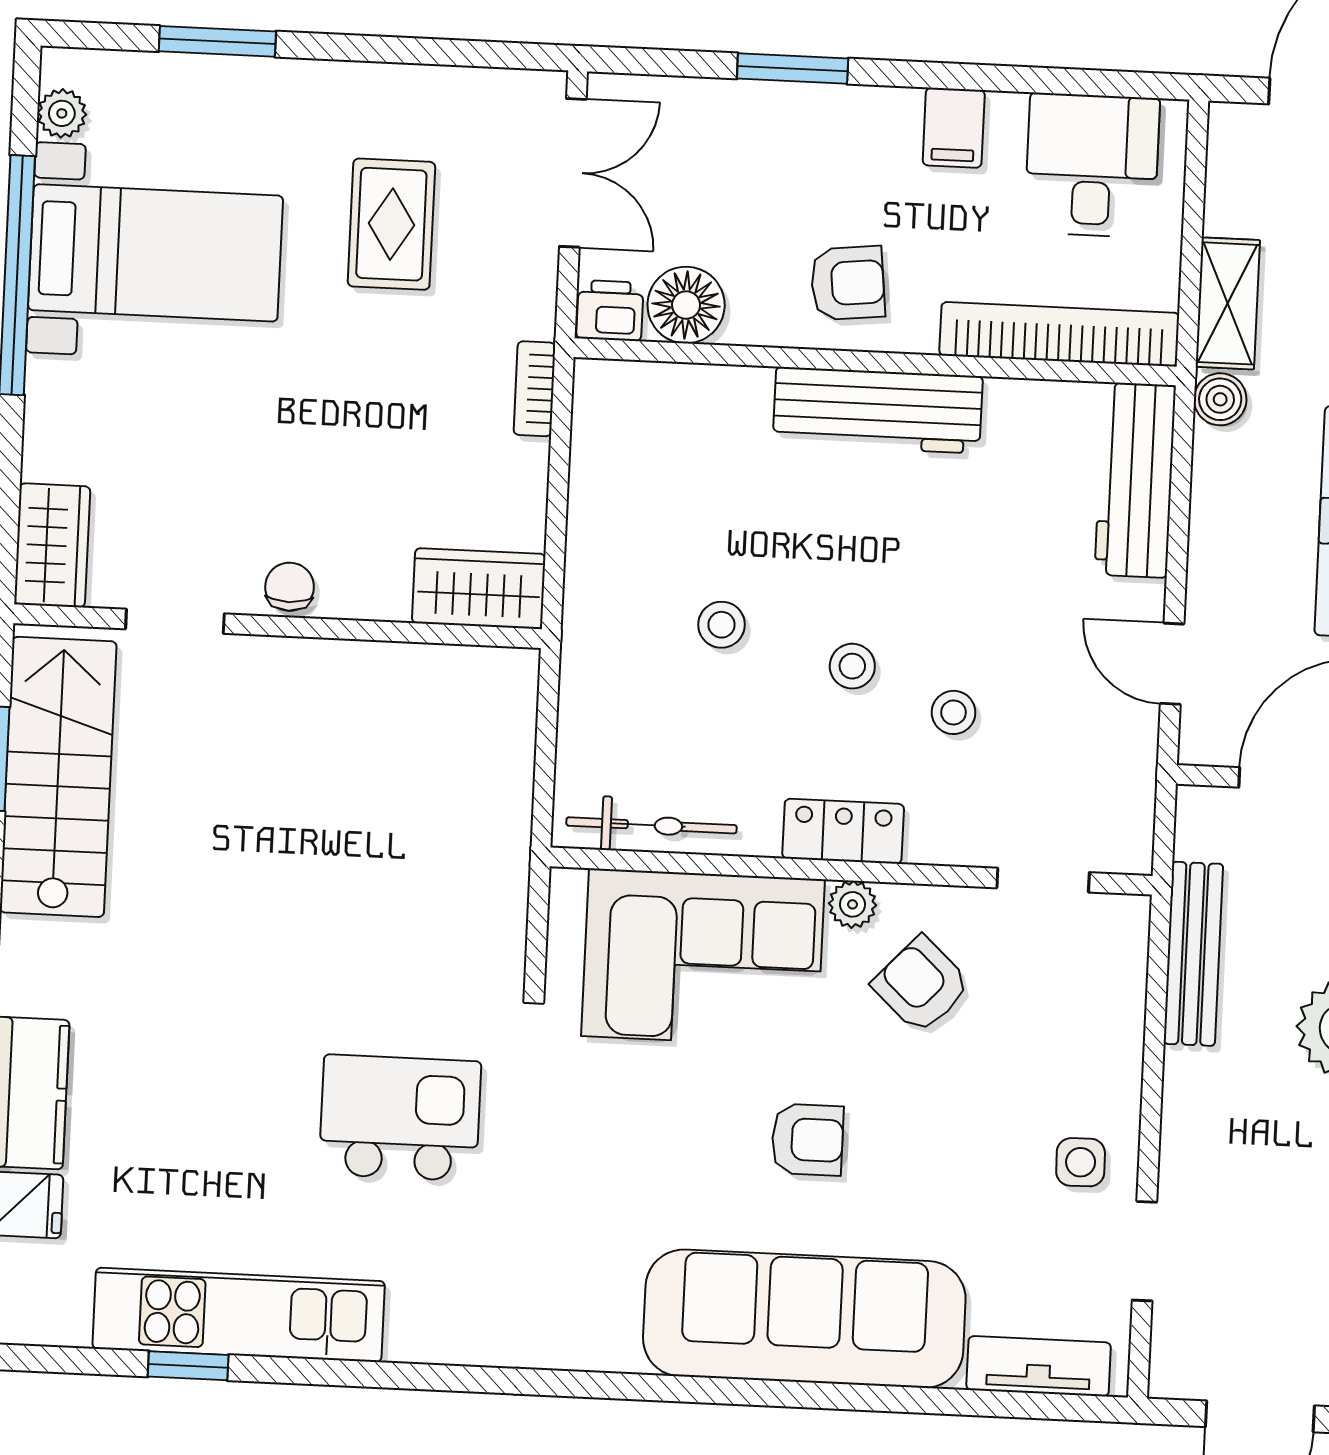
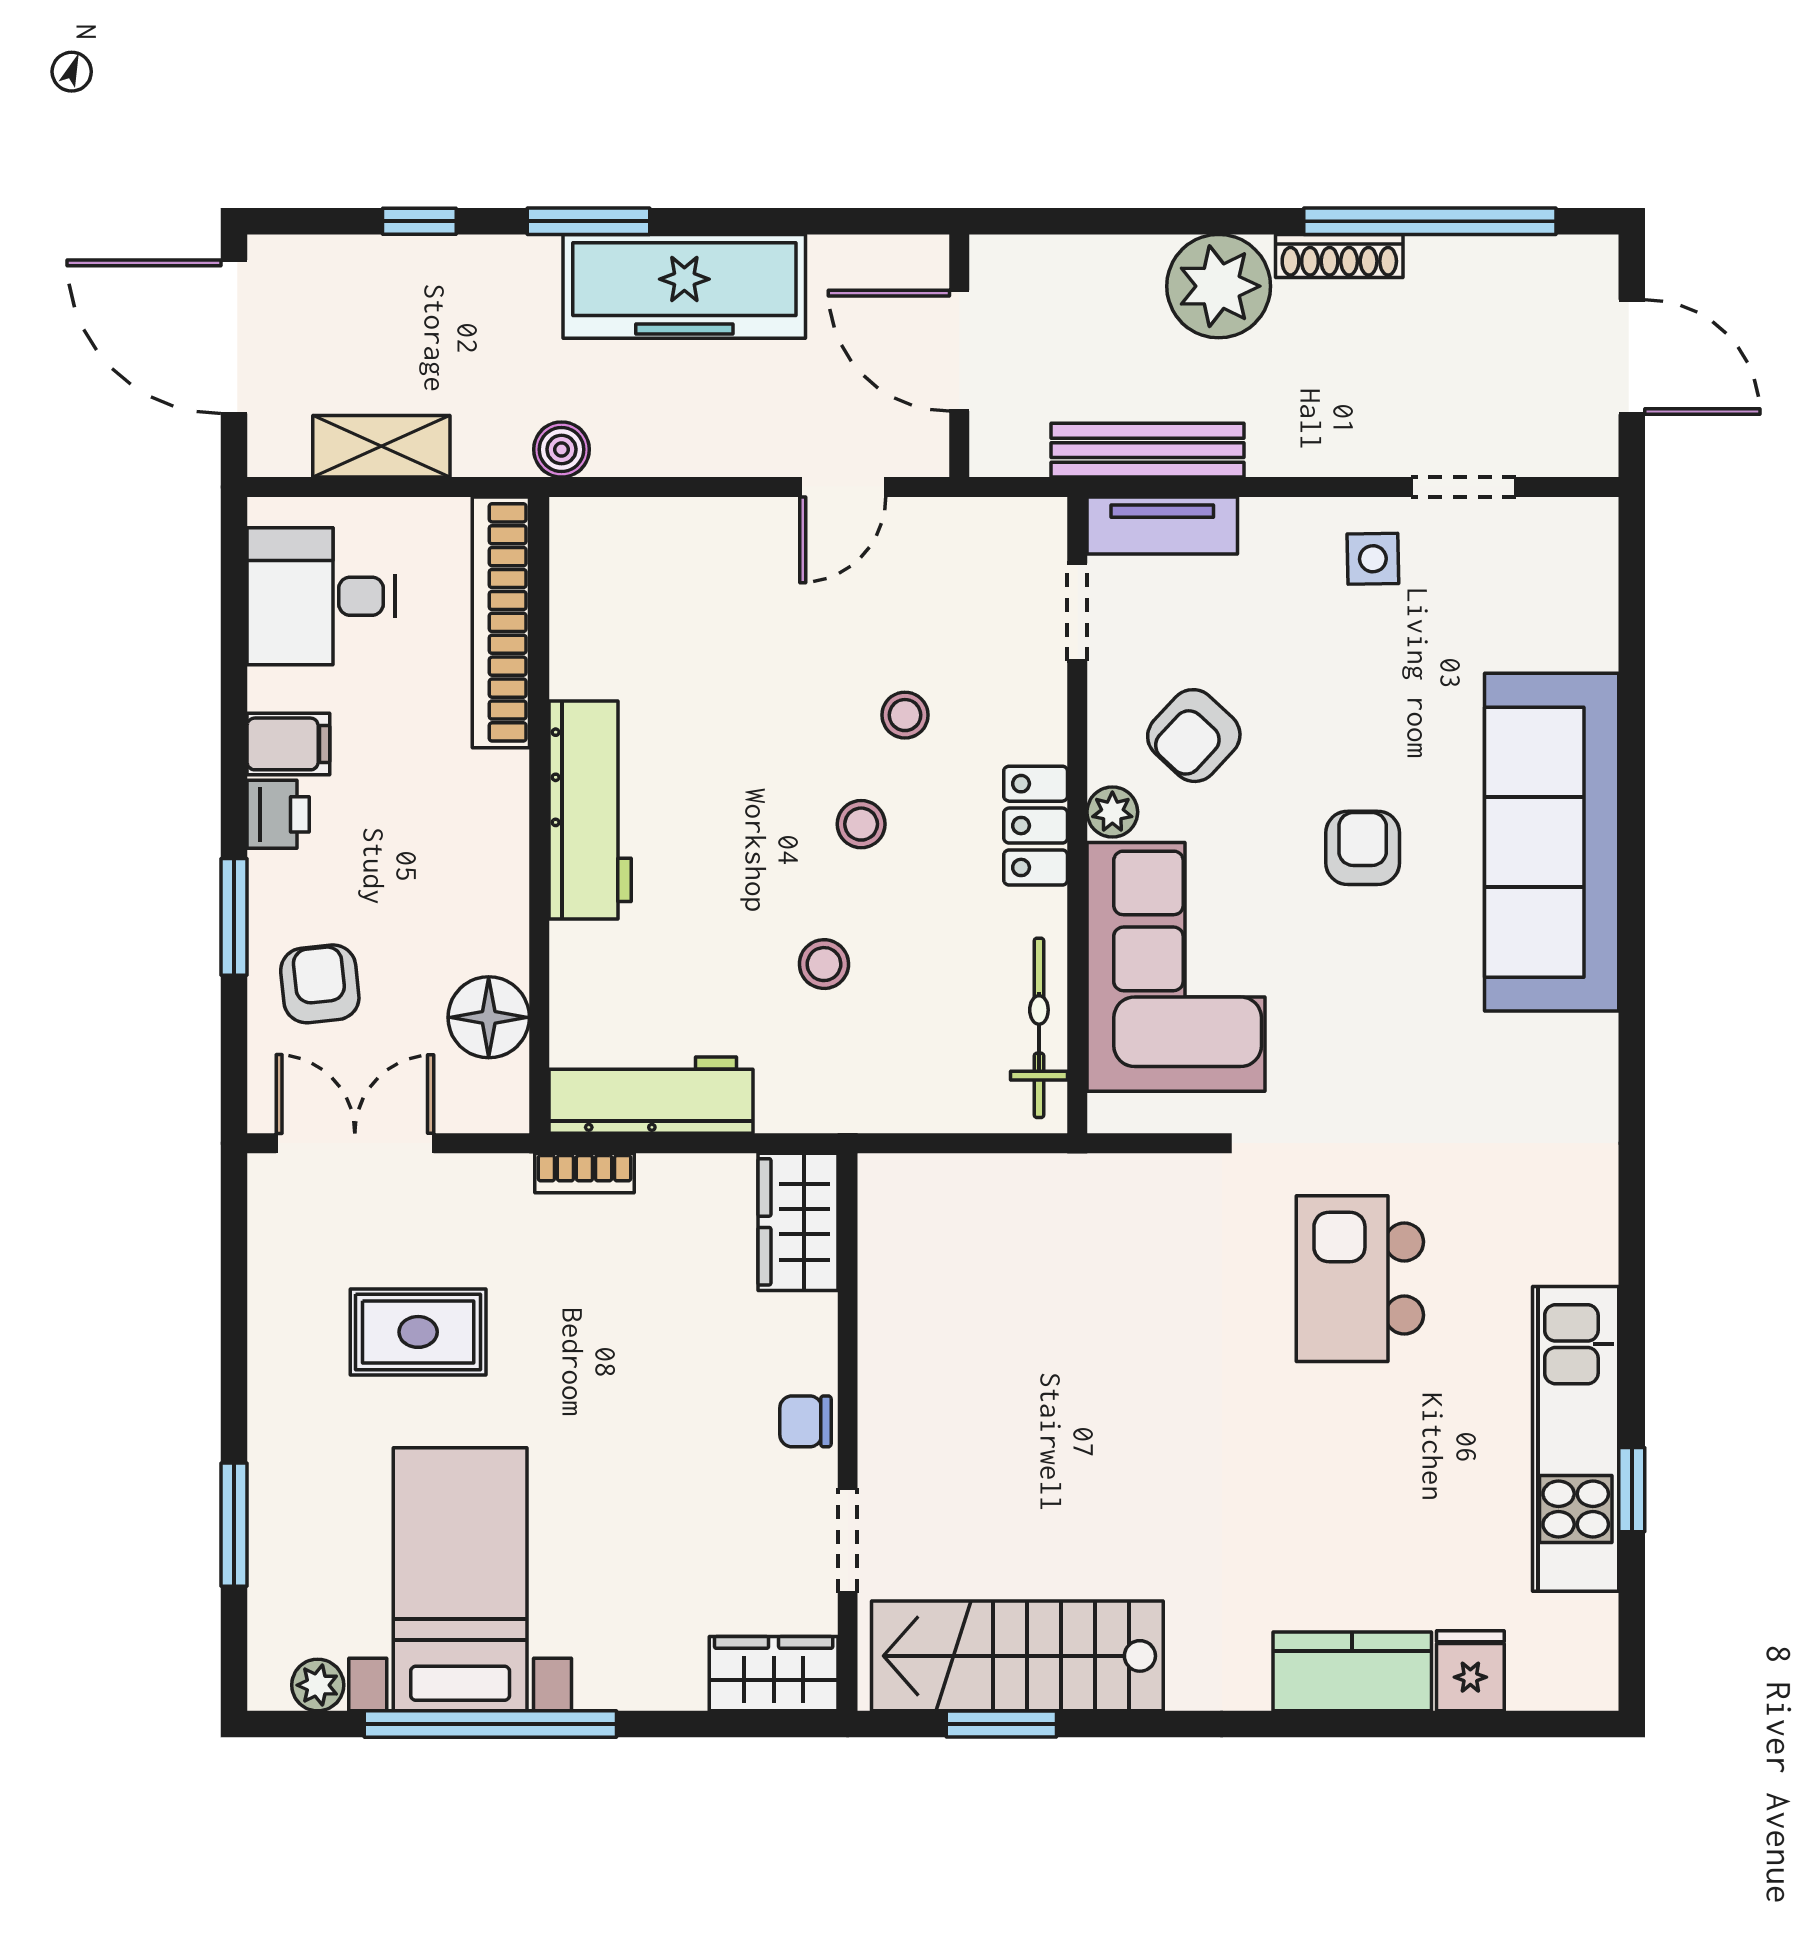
armchair: (848, 283) -> (320, 984), moved
shelving: (1228, 303) -> (381, 446), moved
printer: (610, 311) -> (278, 814), moved, turned 180
workbench: (1135, 480) -> (651, 1095), moved, turned 180
tv unit: (1039, 1366) -> (1162, 526), moved, turned -90

